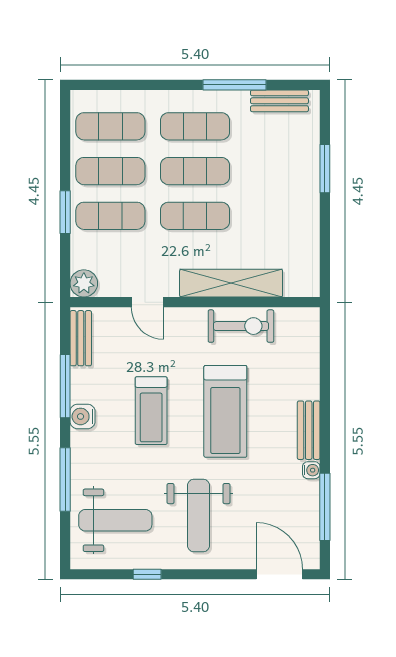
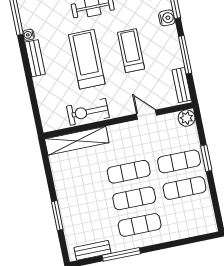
exercise mat: (110, 126) -> (190, 215), removed
shelving: (231, 283) -> (77, 141), moved
water cooler: (83, 416) -> (167, 18), moved

